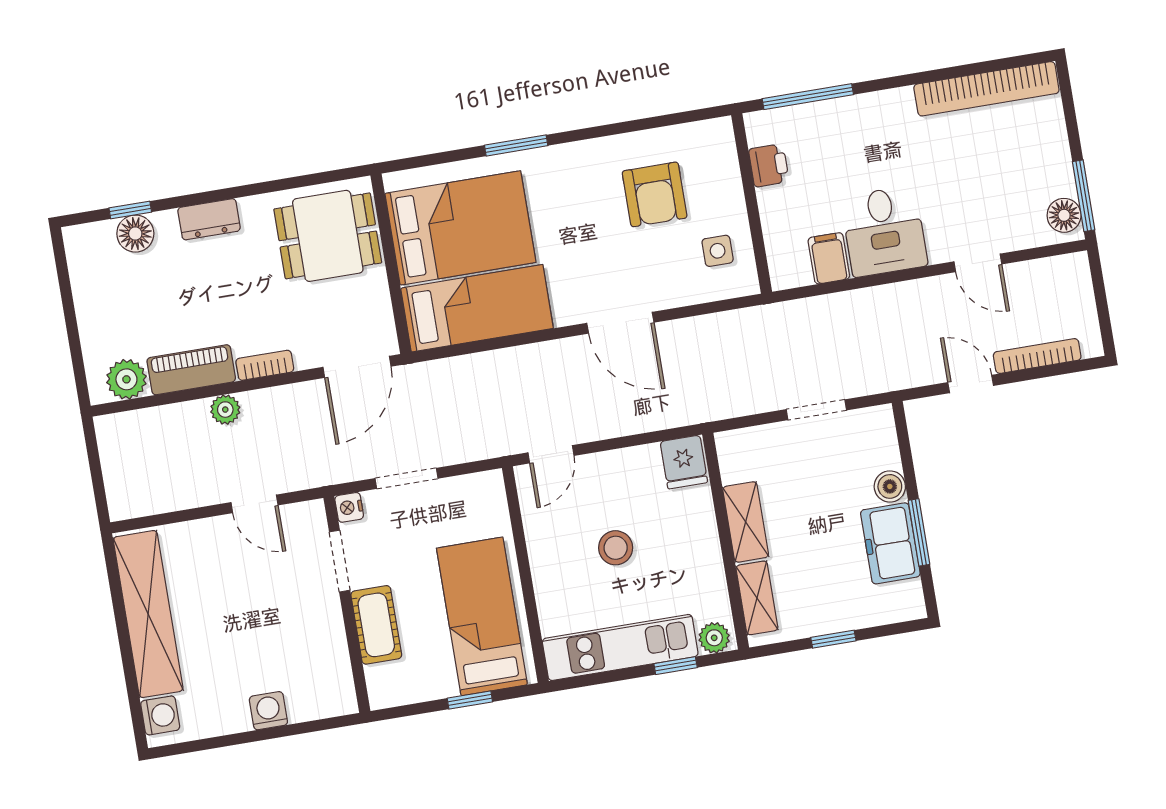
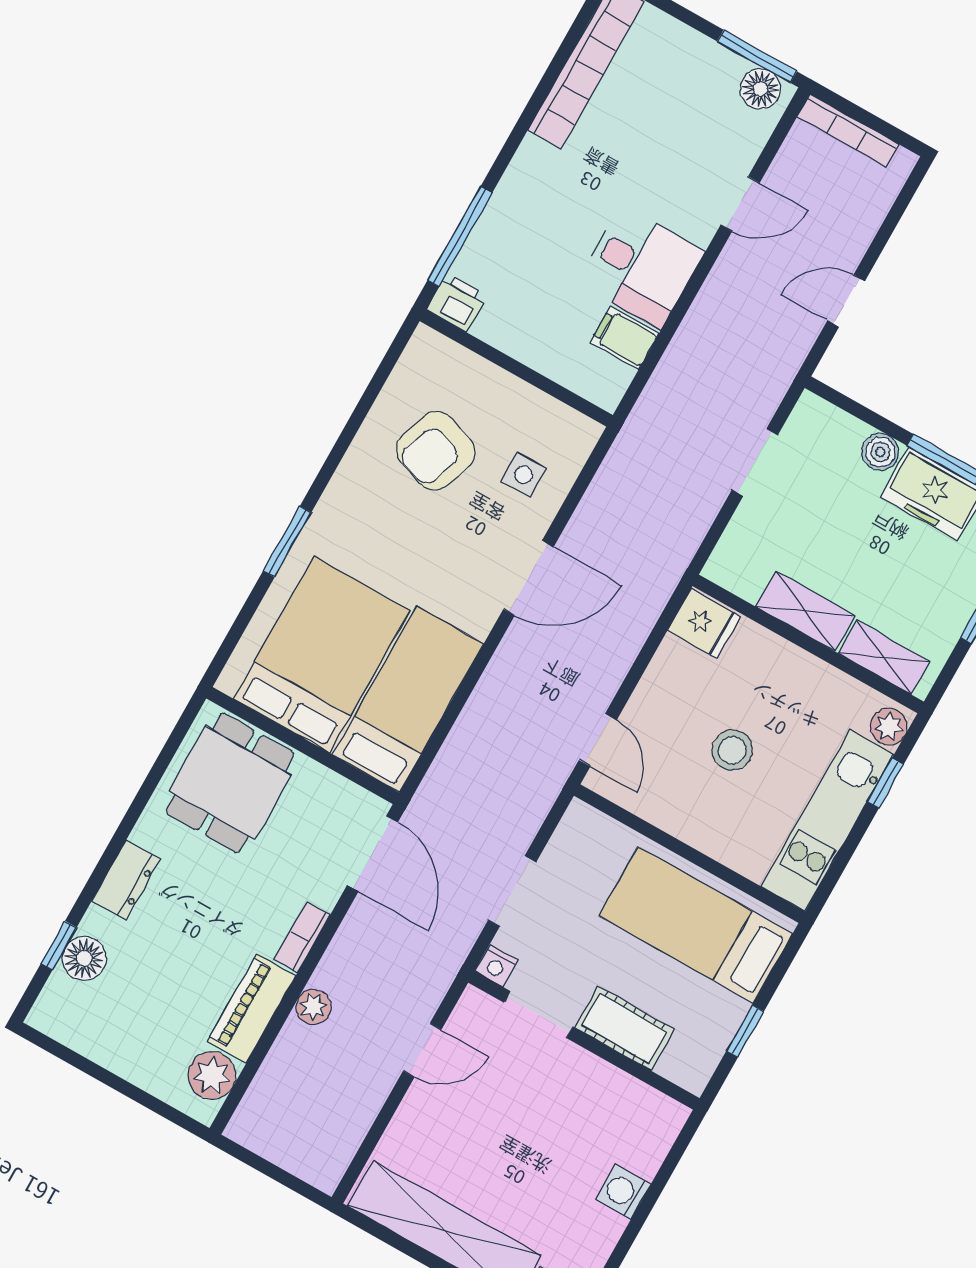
printer: (769, 165) -> (457, 303), moved
armchair: (655, 194) -> (436, 451), turned 109
side table: (718, 251) -> (523, 475), moved
bookcase: (1037, 356) -> (848, 130), moved, turned -90
window: (470, 700) -> (745, 1031), moved

